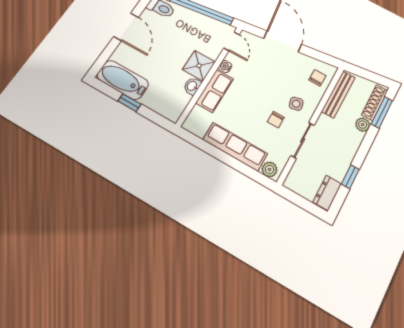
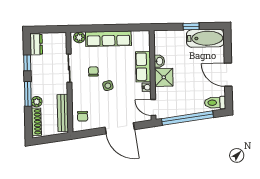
side table: (296, 104) -> (108, 86), moved
window: (382, 112) -> (28, 94), moved

